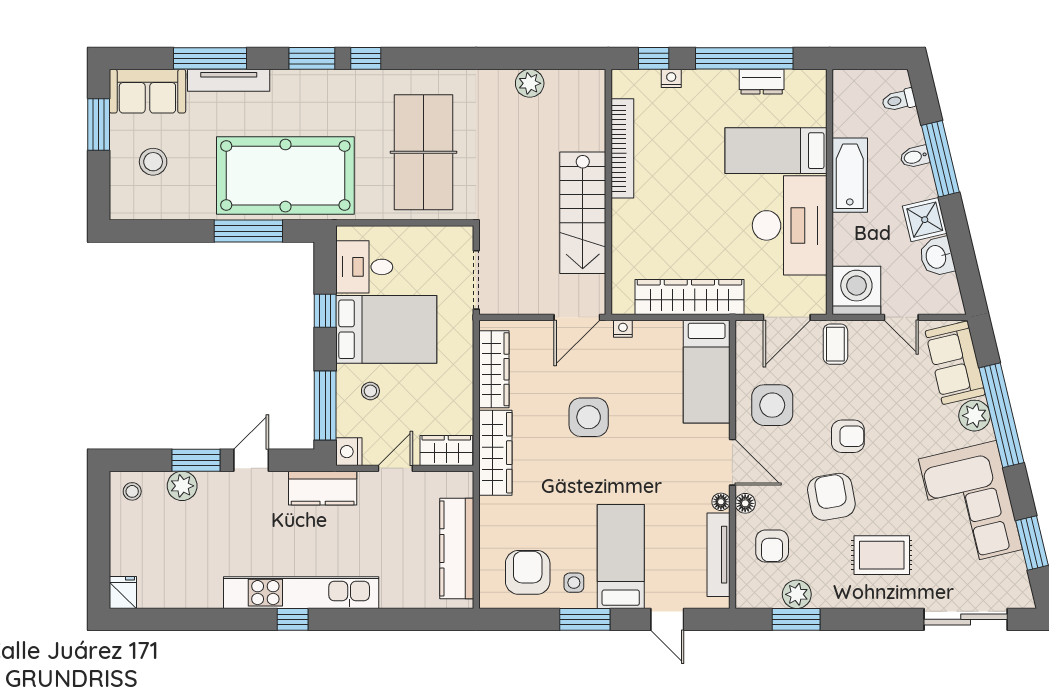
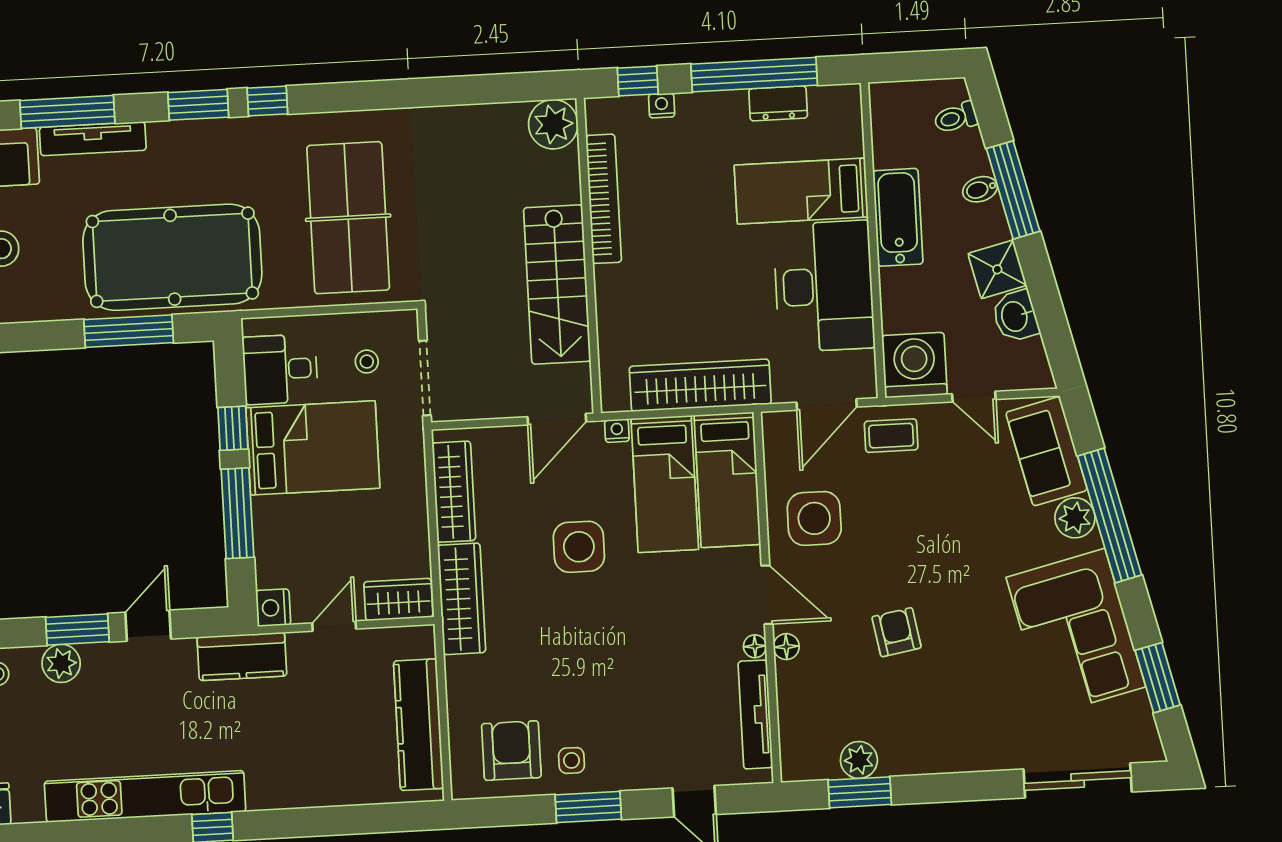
plant: (530, 83) -> (553, 124), moved, width x1.36, depth x1.36
coffee table: (835, 344) -> (891, 436), turned 90
stool: (370, 391) -> (367, 362), moved
window: (325, 406) -> (237, 513), moved
armchair: (848, 436) -> (914, 553), removed
armchair: (831, 497) -> (897, 632), width x0.72, depth x0.72
armchair: (772, 546) -> (824, 700), removed
rug: (882, 555) -> (965, 704), removed
bed: (621, 557) -> (665, 484), moved, turned 180
kitchen unit: (301, 593) -> (145, 796), moved

